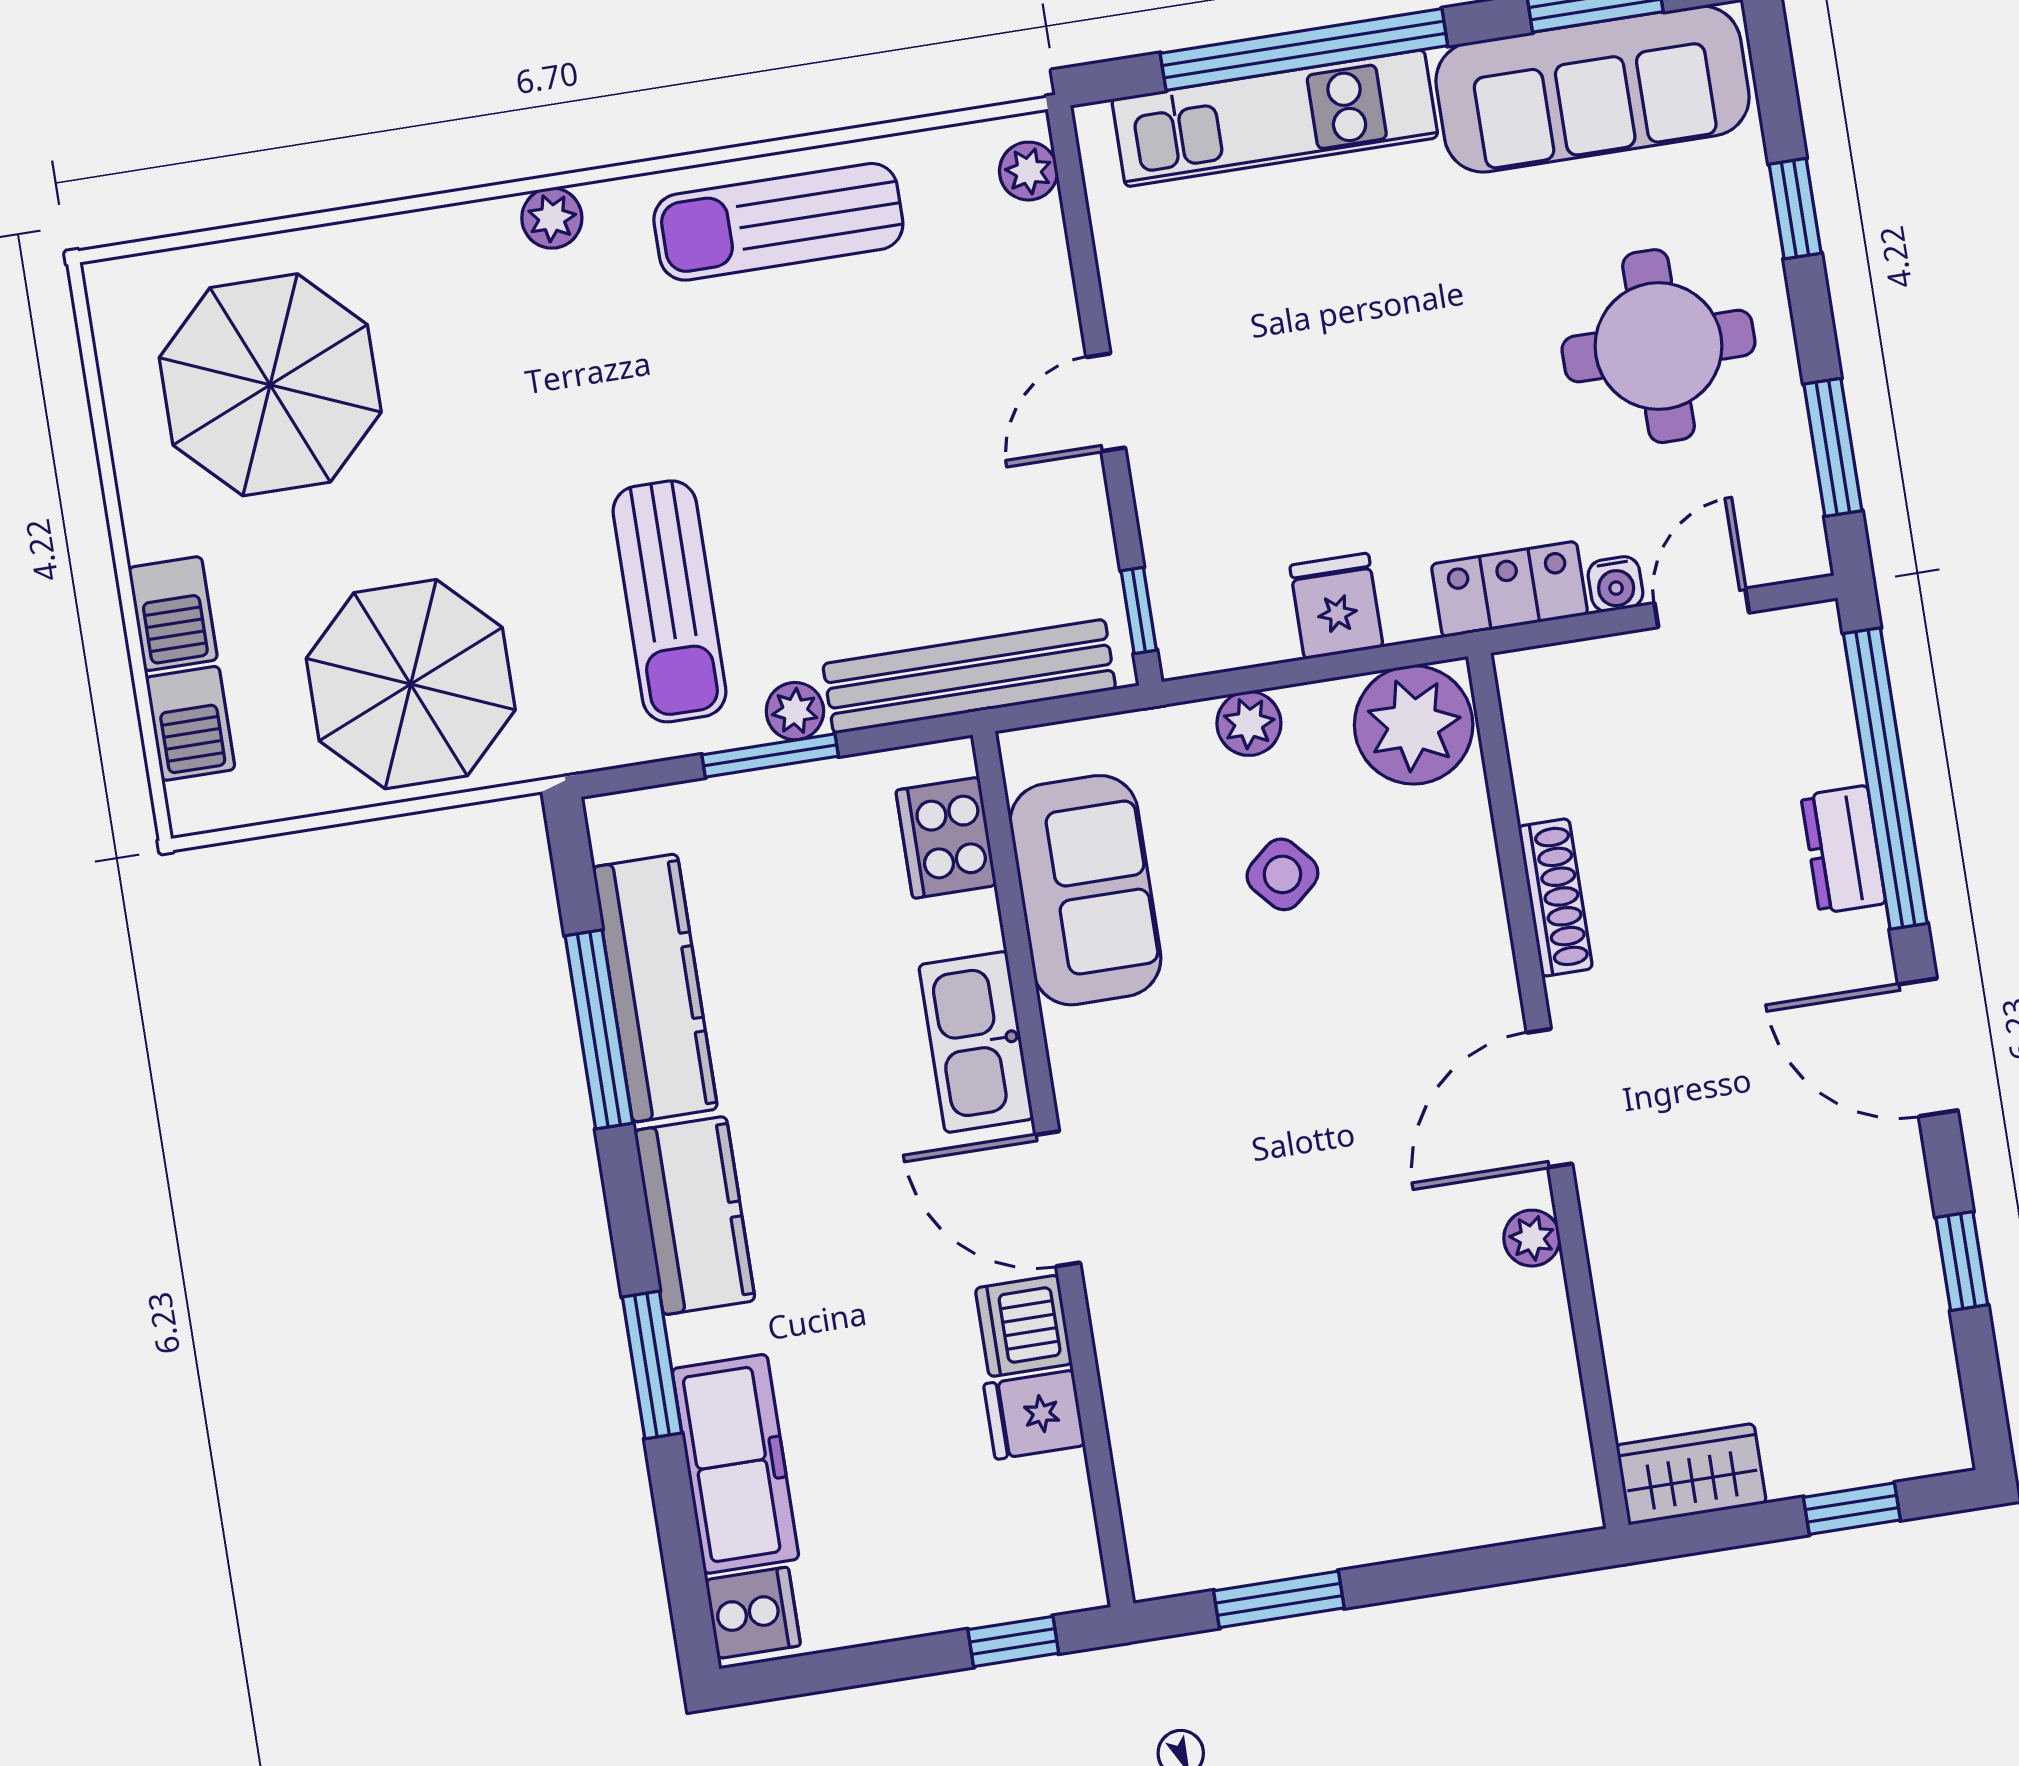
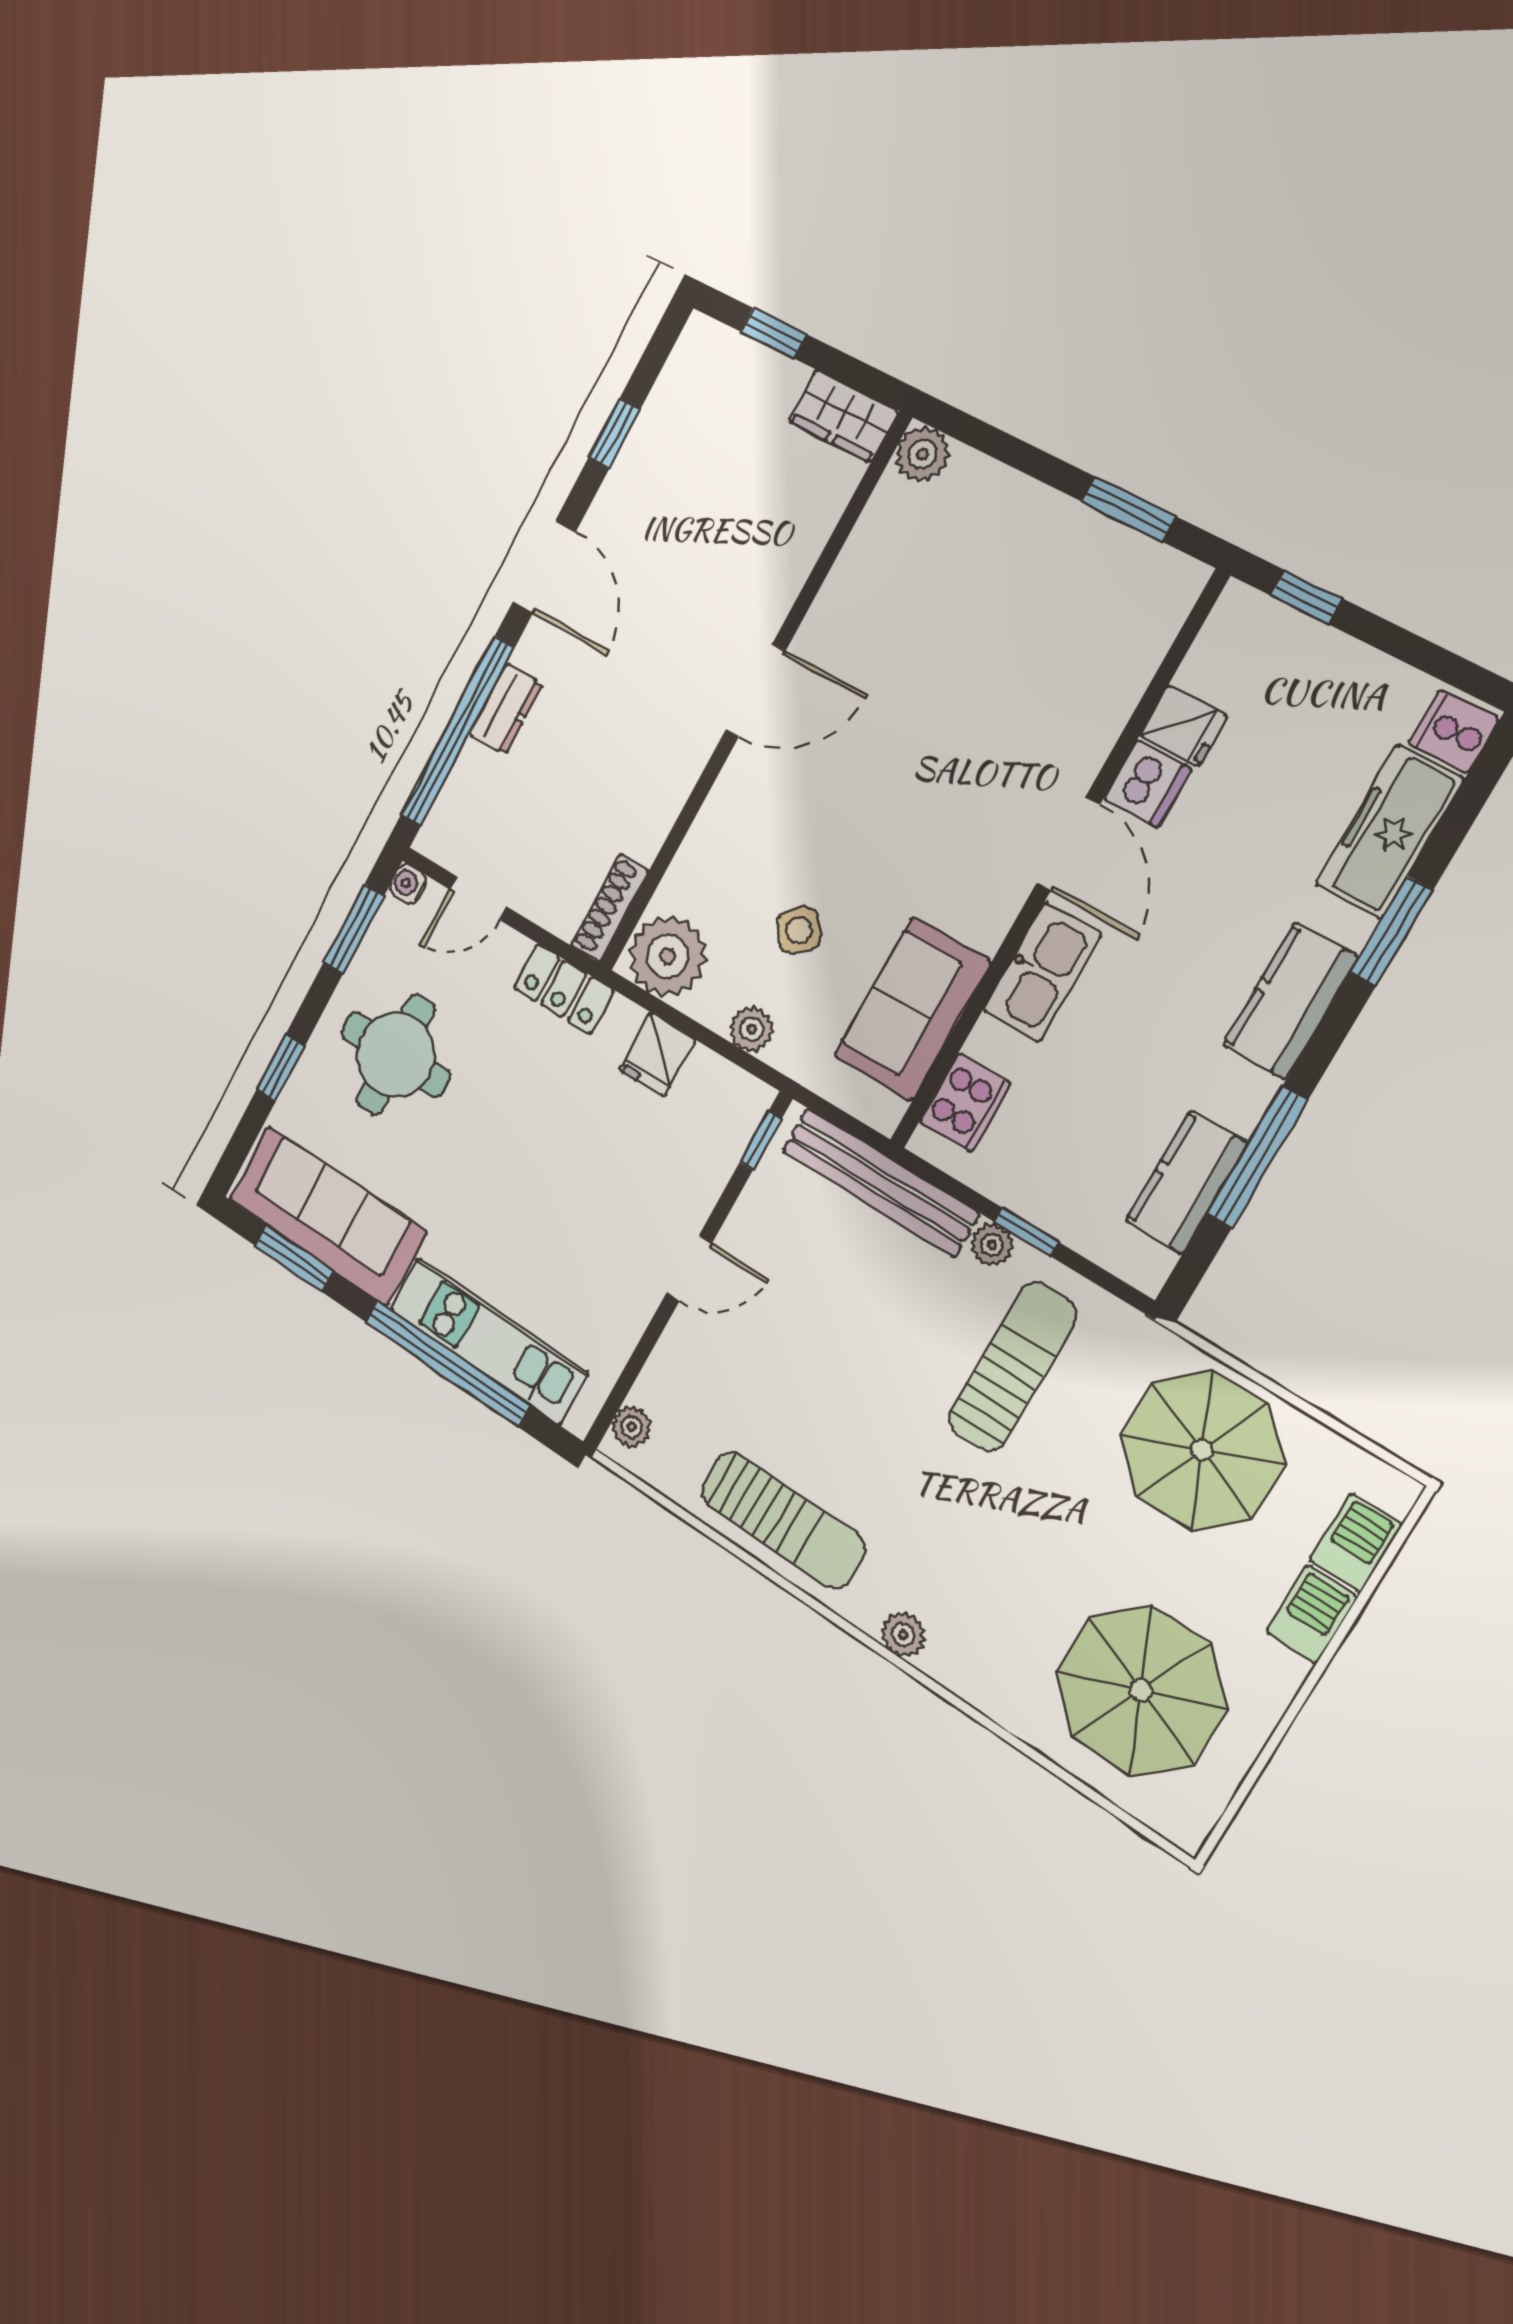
water cooler: (1615, 584) -> (408, 884), moved, turned -90
window: (770, 755) -> (1026, 1232), width x0.67
shoe rack: (1555, 897) -> (610, 908), moved
kitchen counter: (655, 988) -> (1187, 1182), width x0.67
plant: (1532, 1238) -> (922, 454), moved, width x1.38, depth x1.38

